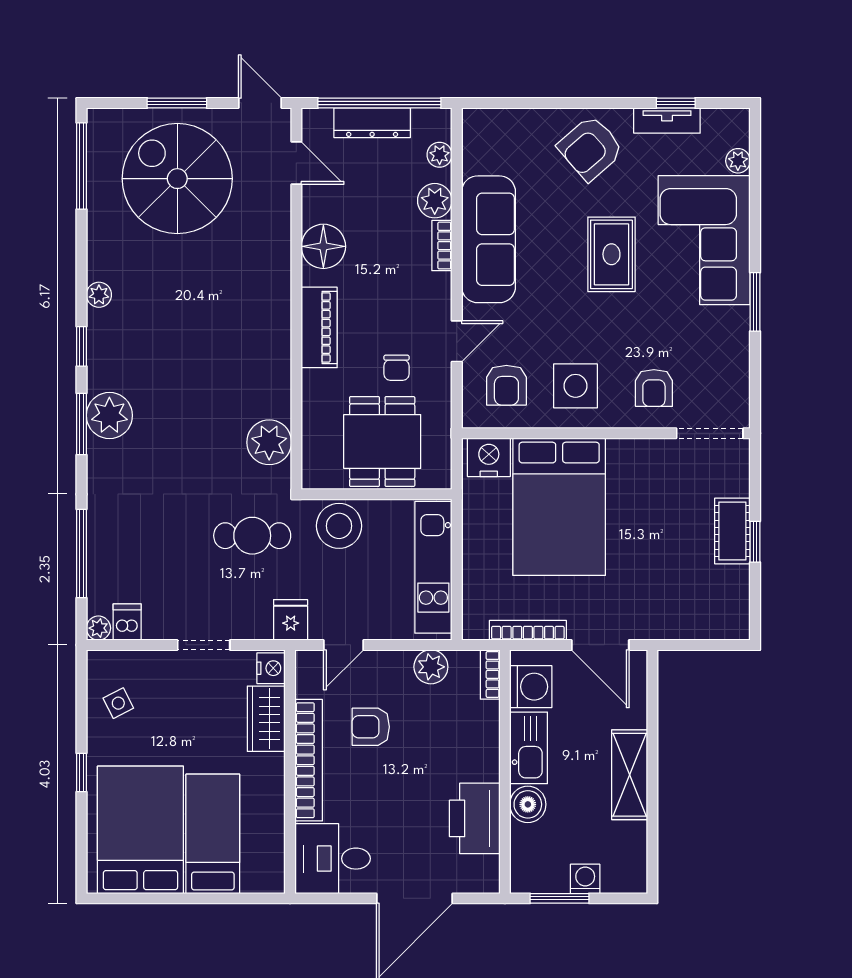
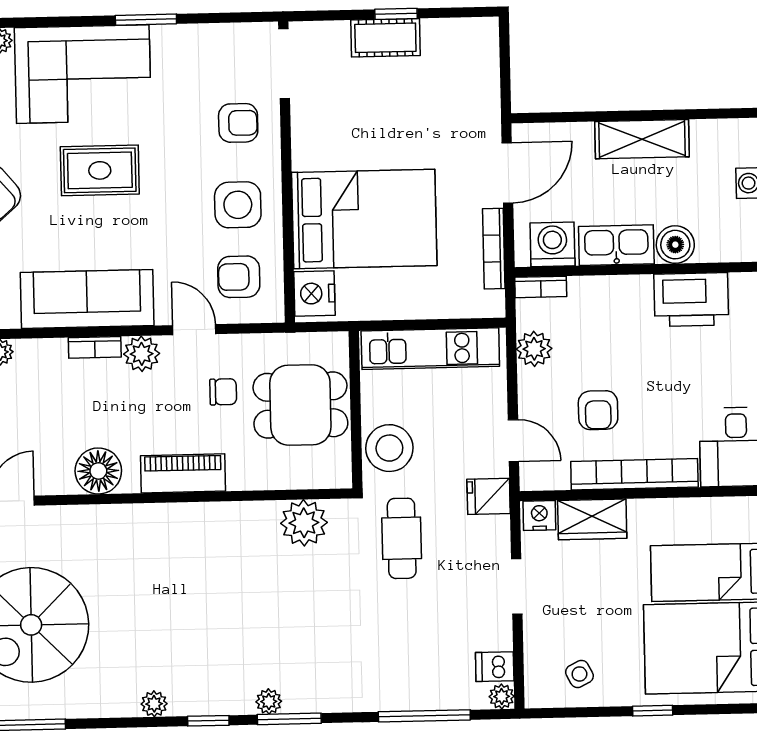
plant: (435, 201) -> (142, 354), moved
armchair: (506, 385) -> (239, 277), turned 180
plant: (109, 415) -> (269, 702), width x0.53, depth x0.53

